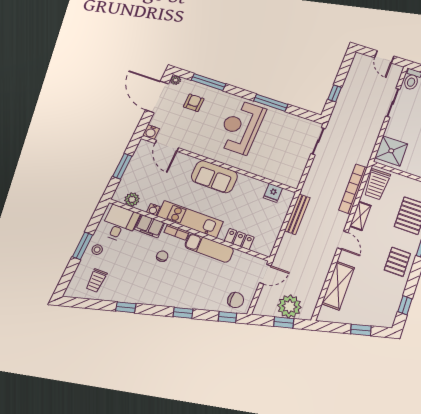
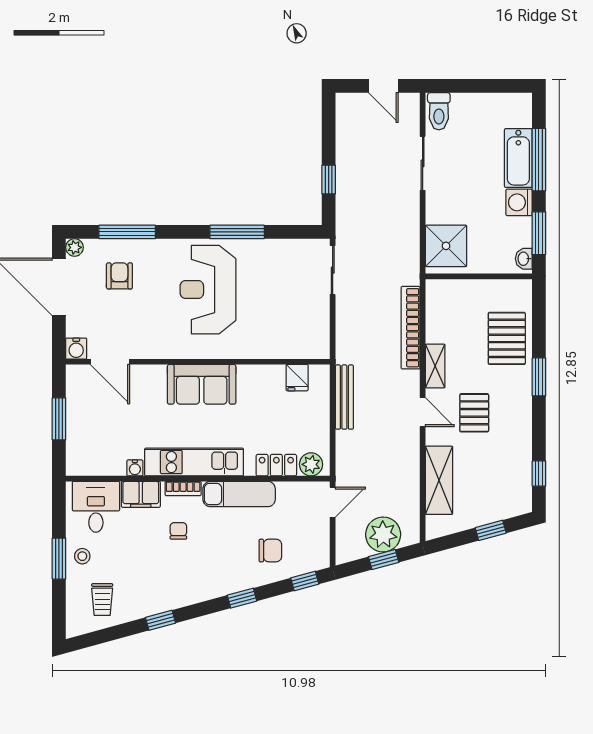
trolley: (377, 184) -> (443, 308), removed
plant: (132, 199) -> (311, 464), moved
pallet: (397, 262) -> (474, 413), moved
chair: (236, 300) -> (270, 551), moved

